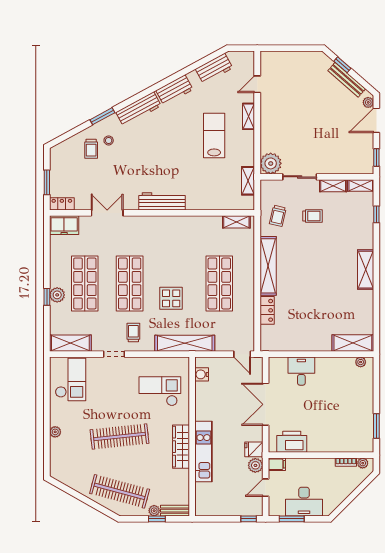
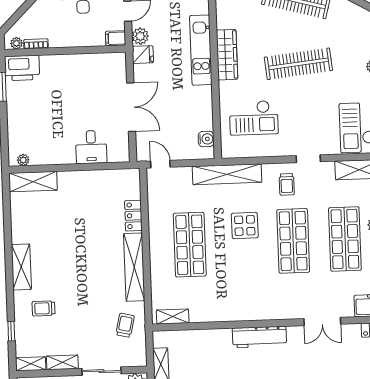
trolley: (312, 216) -> (44, 308), moved
printer: (292, 442) -> (22, 68), moved

